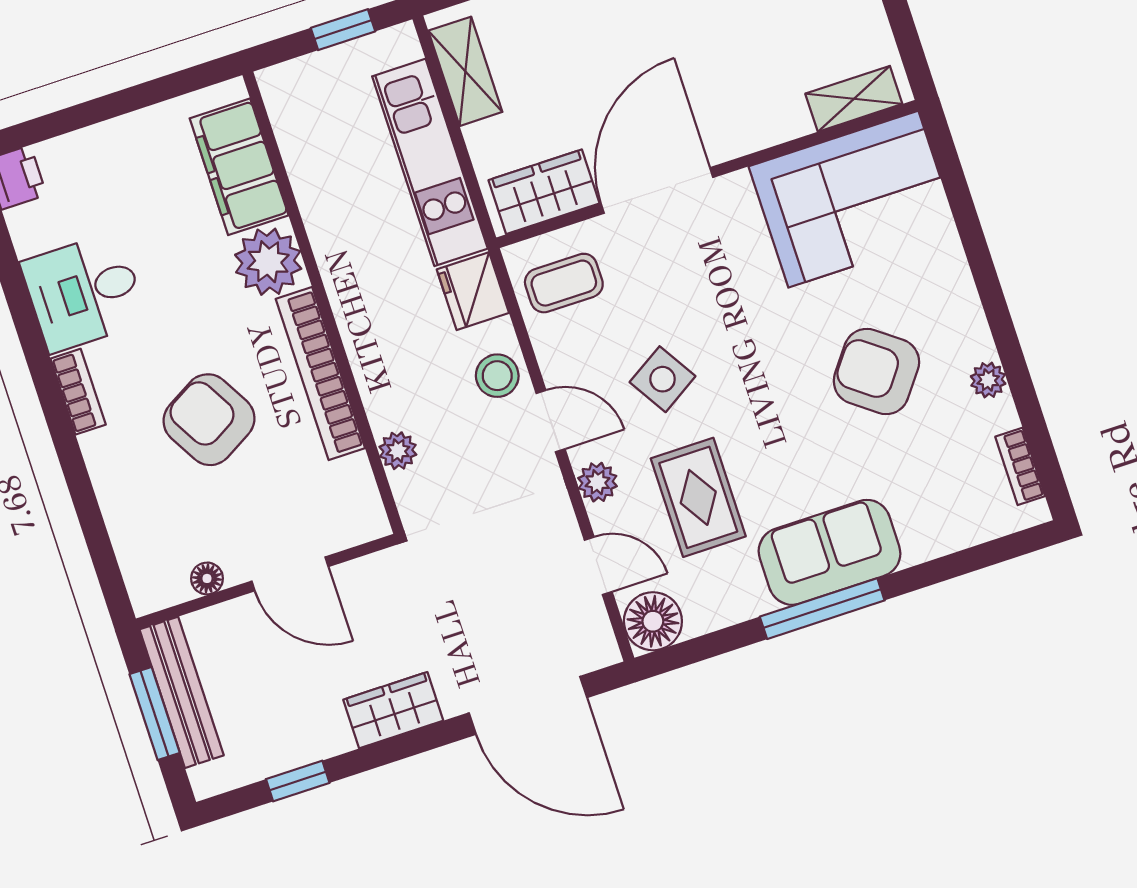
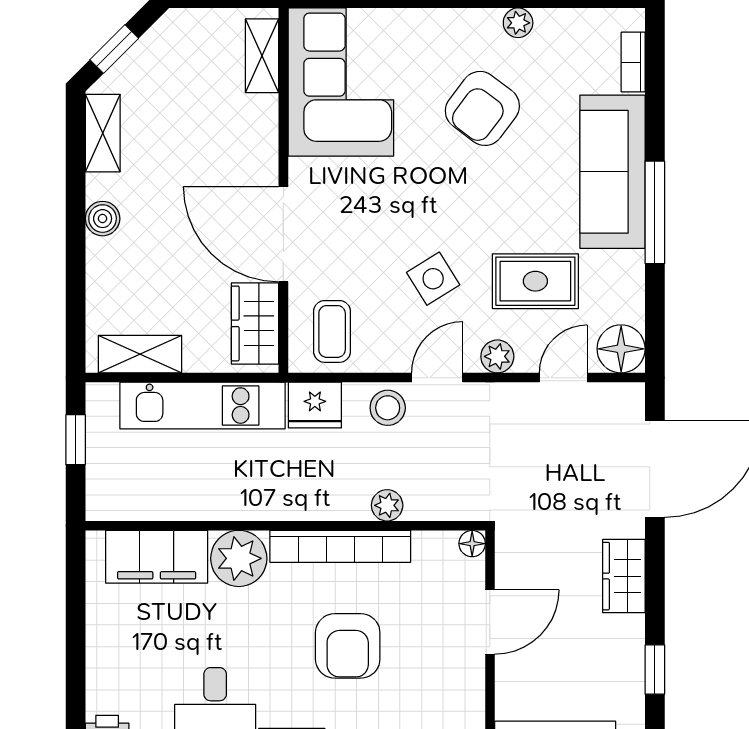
armchair: (209, 420) -> (348, 646), turned -60
plant: (398, 451) -> (387, 505), moved
bookcase: (1020, 466) -> (633, 62), moved, turned 90
sofa: (830, 552) -> (613, 172), width x1.36
floor lamp: (207, 578) -> (472, 544), moved

